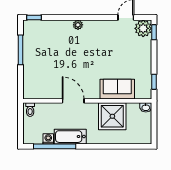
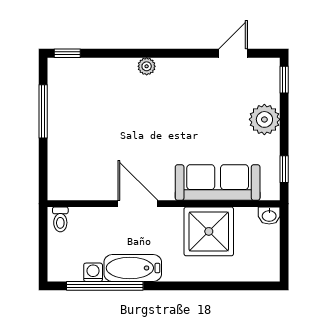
plant: (143, 28) -> (264, 119), moved
sofa: (117, 89) -> (218, 183), width x1.36

